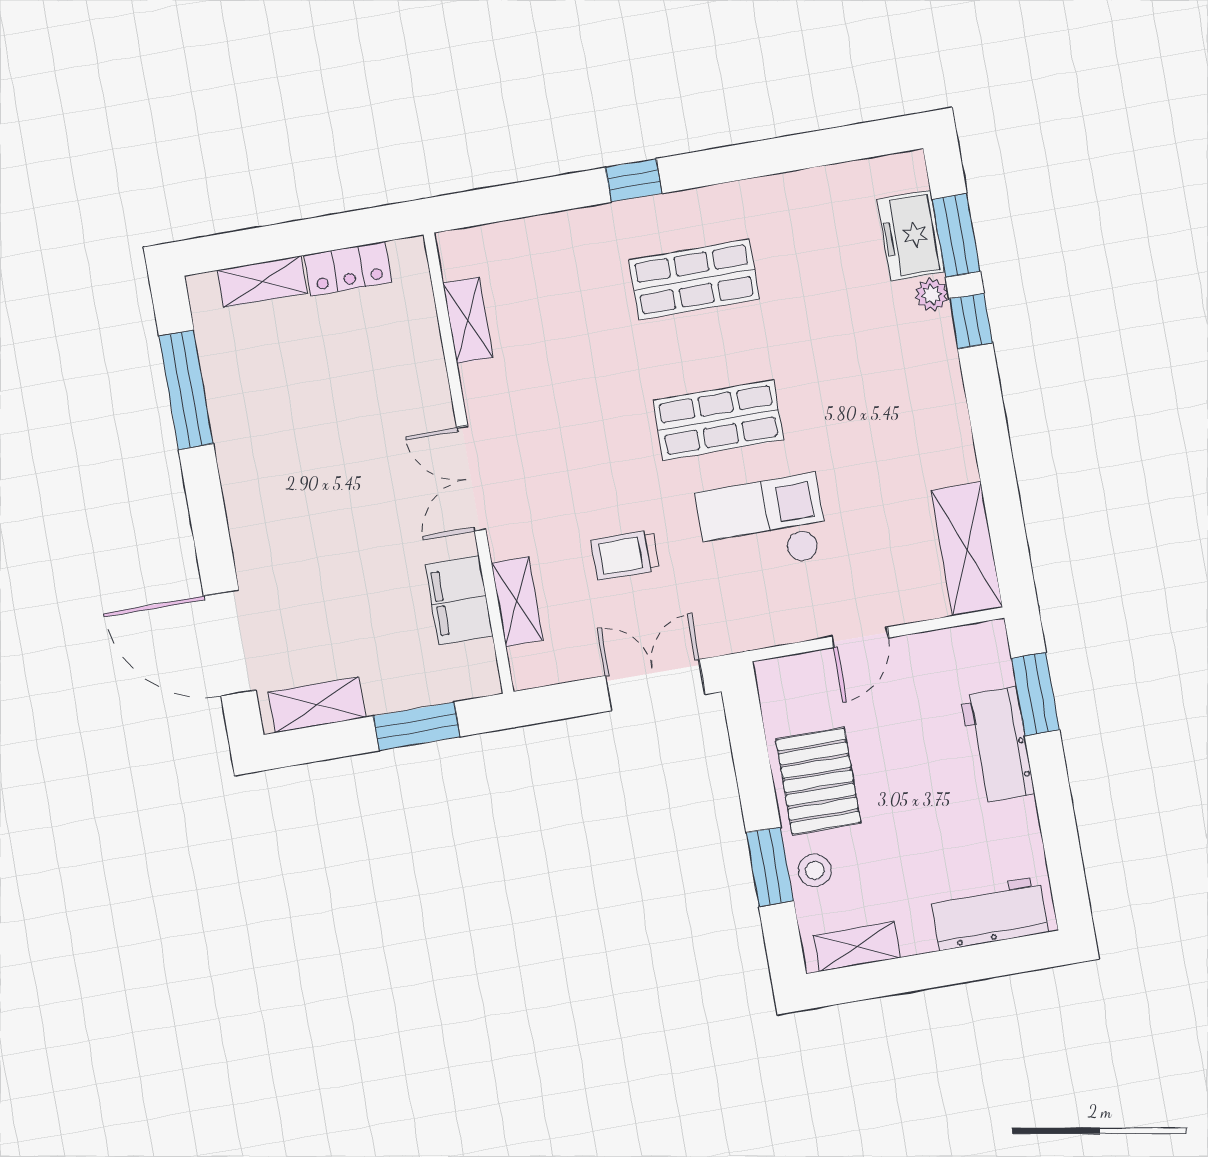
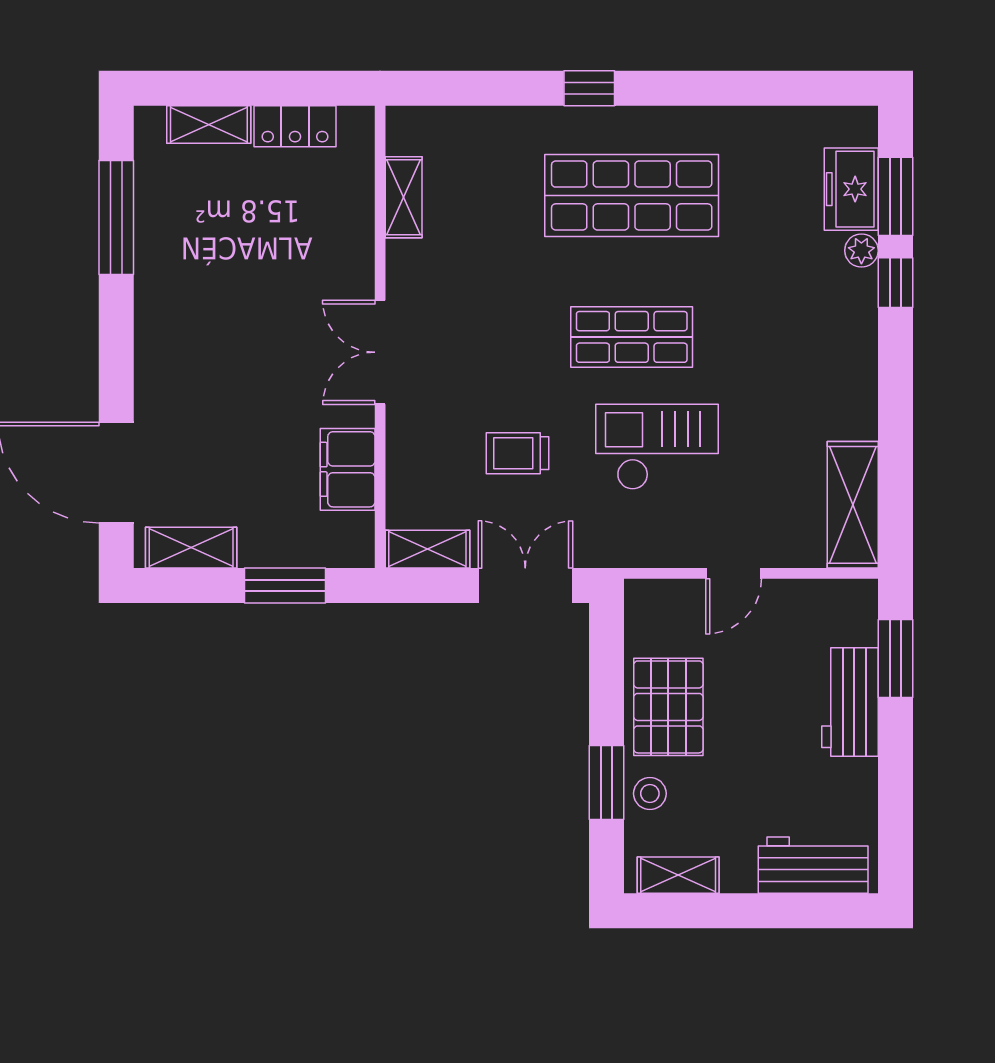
shop shelf: (694, 280) -> (632, 195), width x1.43, depth x1.36
shelving: (517, 602) -> (427, 549), moved, turned 90

